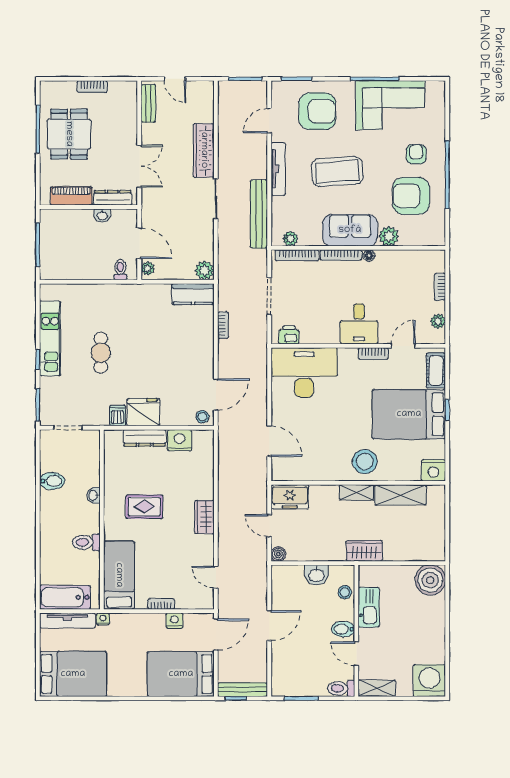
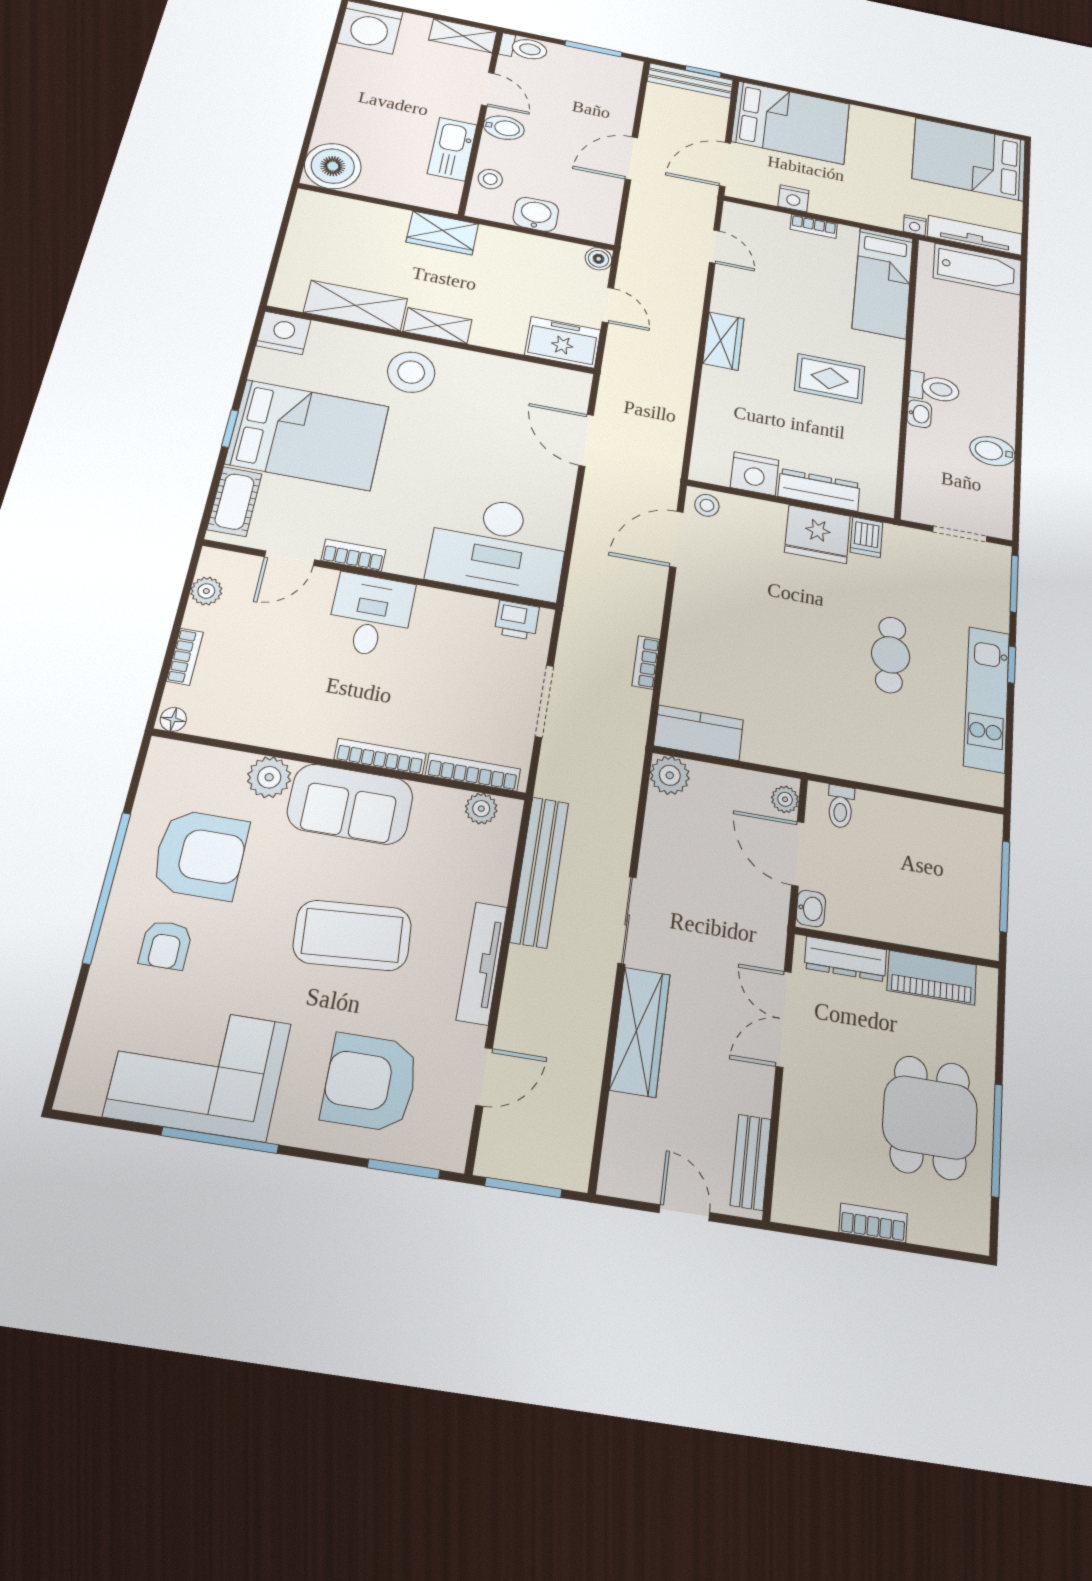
washbasin: (102, 215) -> (811, 908), moved, turned 90
floor lamp: (369, 256) -> (173, 719), moved
toilet: (86, 542) -> (934, 388), moved

